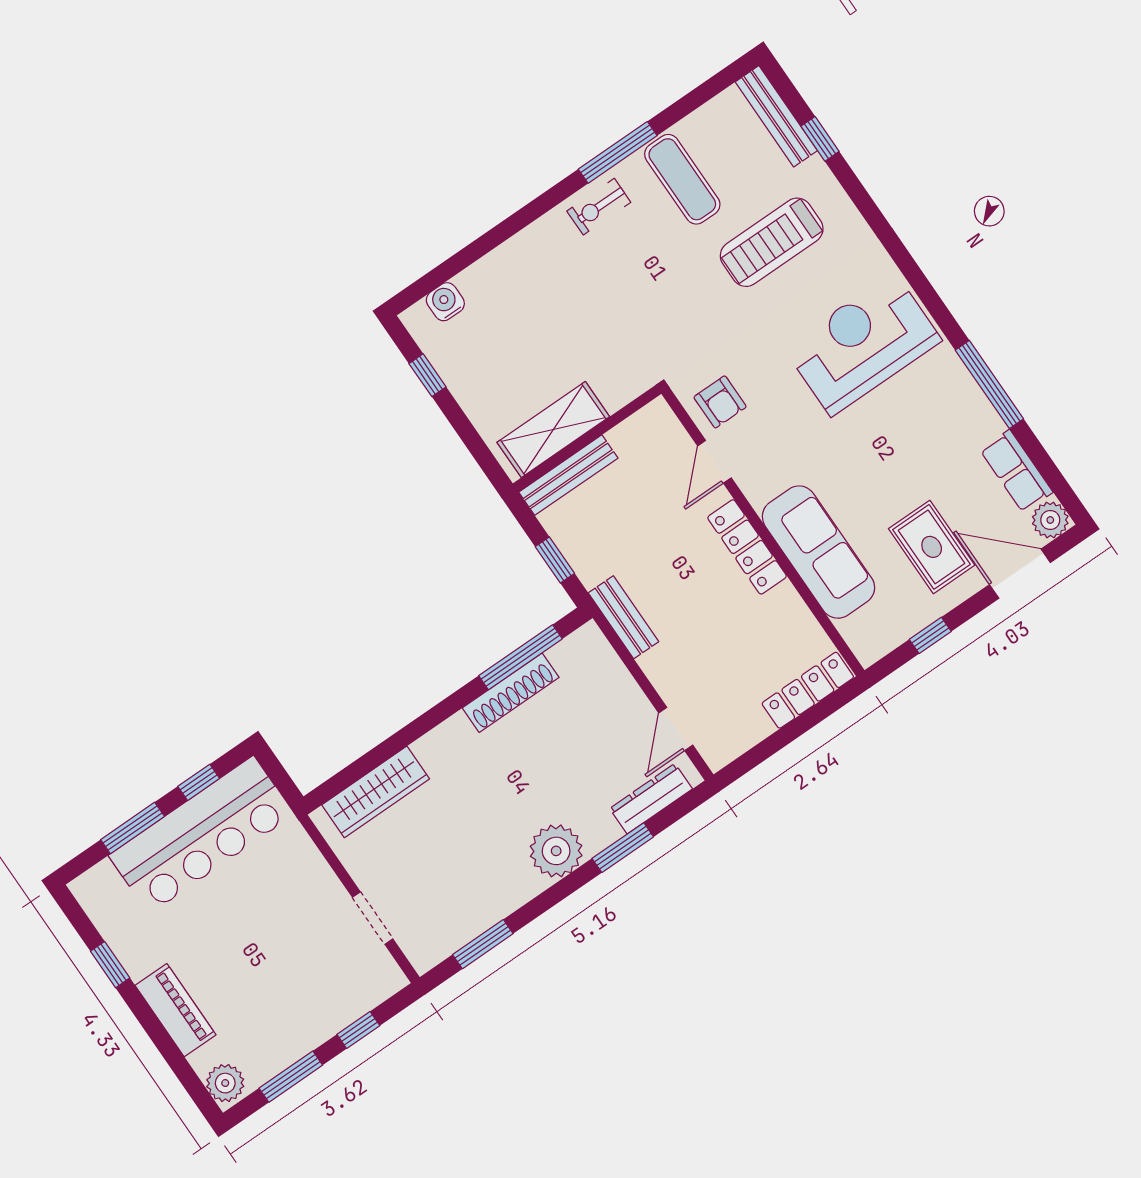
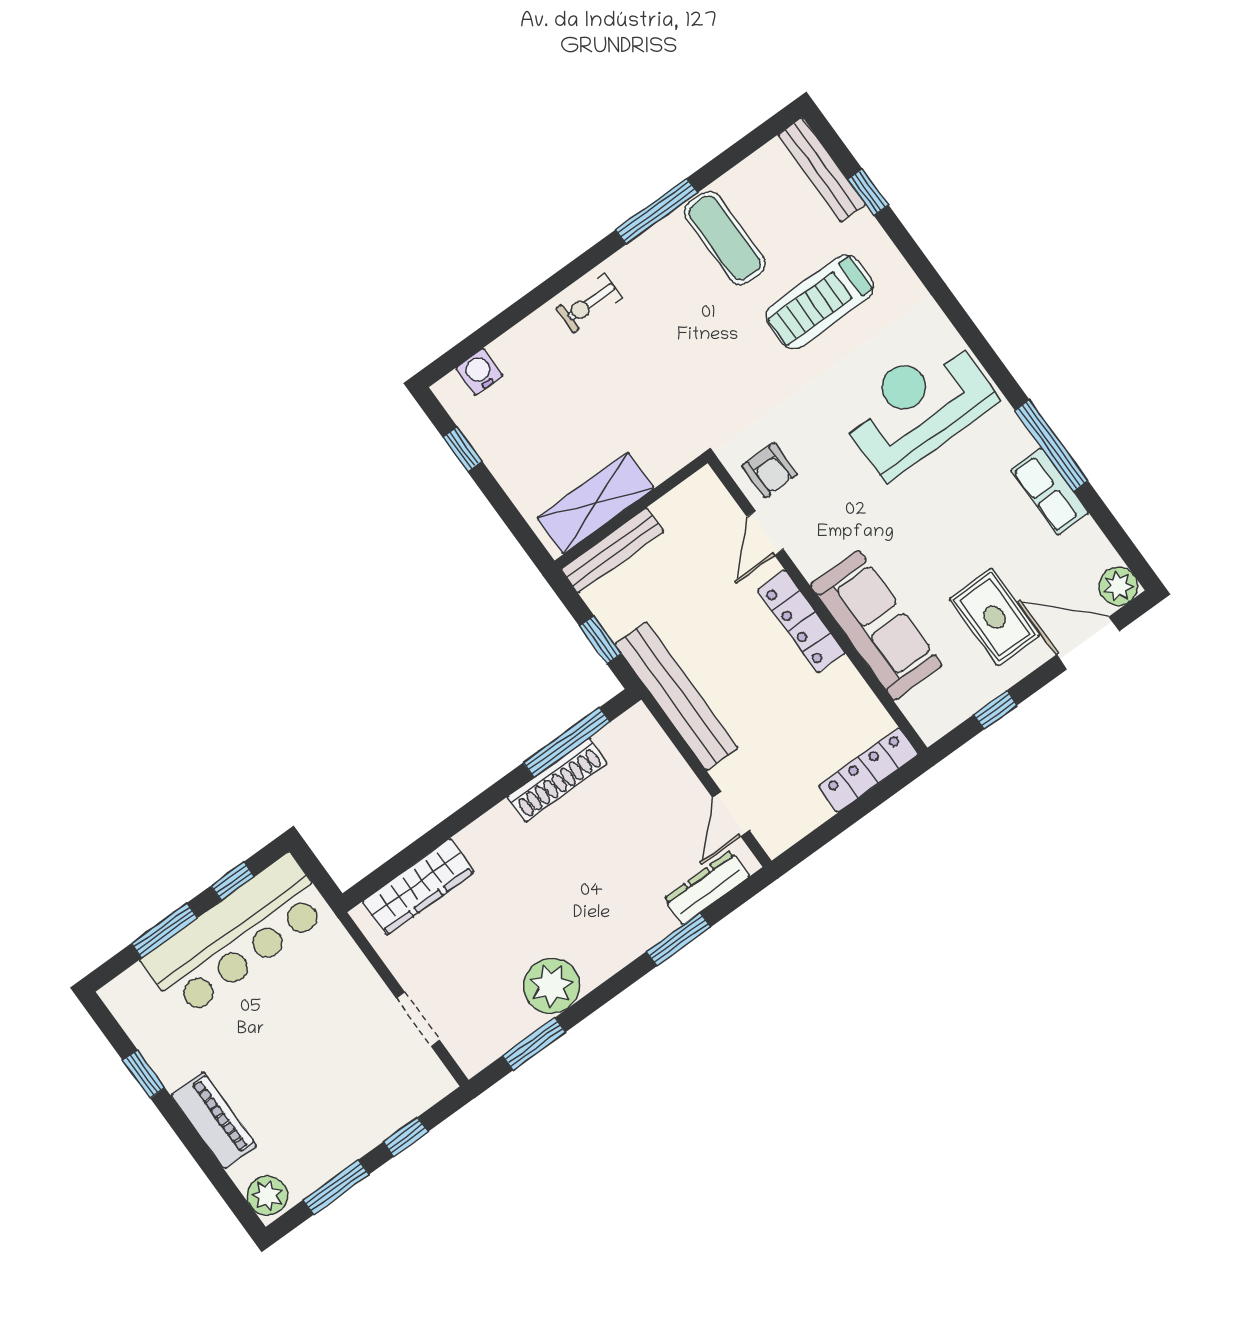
exercise bike: (599, 207) -> (589, 303), moved
row of seats: (1016, 471) -> (1050, 491), moved
bench: (623, 617) -> (676, 696), width x1.86, depth x1.21
plant: (556, 851) -> (551, 986), moved

